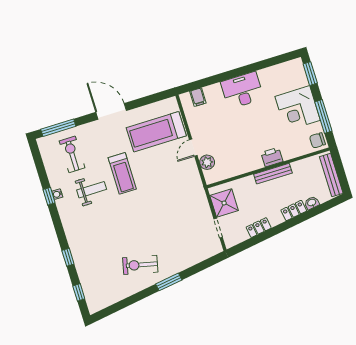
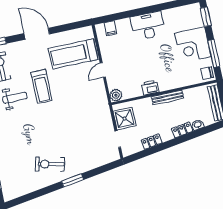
printer: (272, 157) -> (150, 87), moved
plant: (207, 162) -> (116, 95), moved

